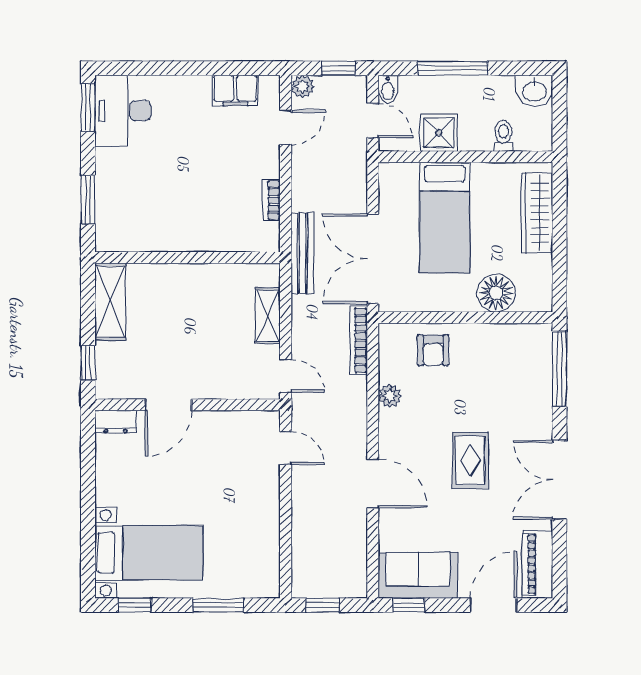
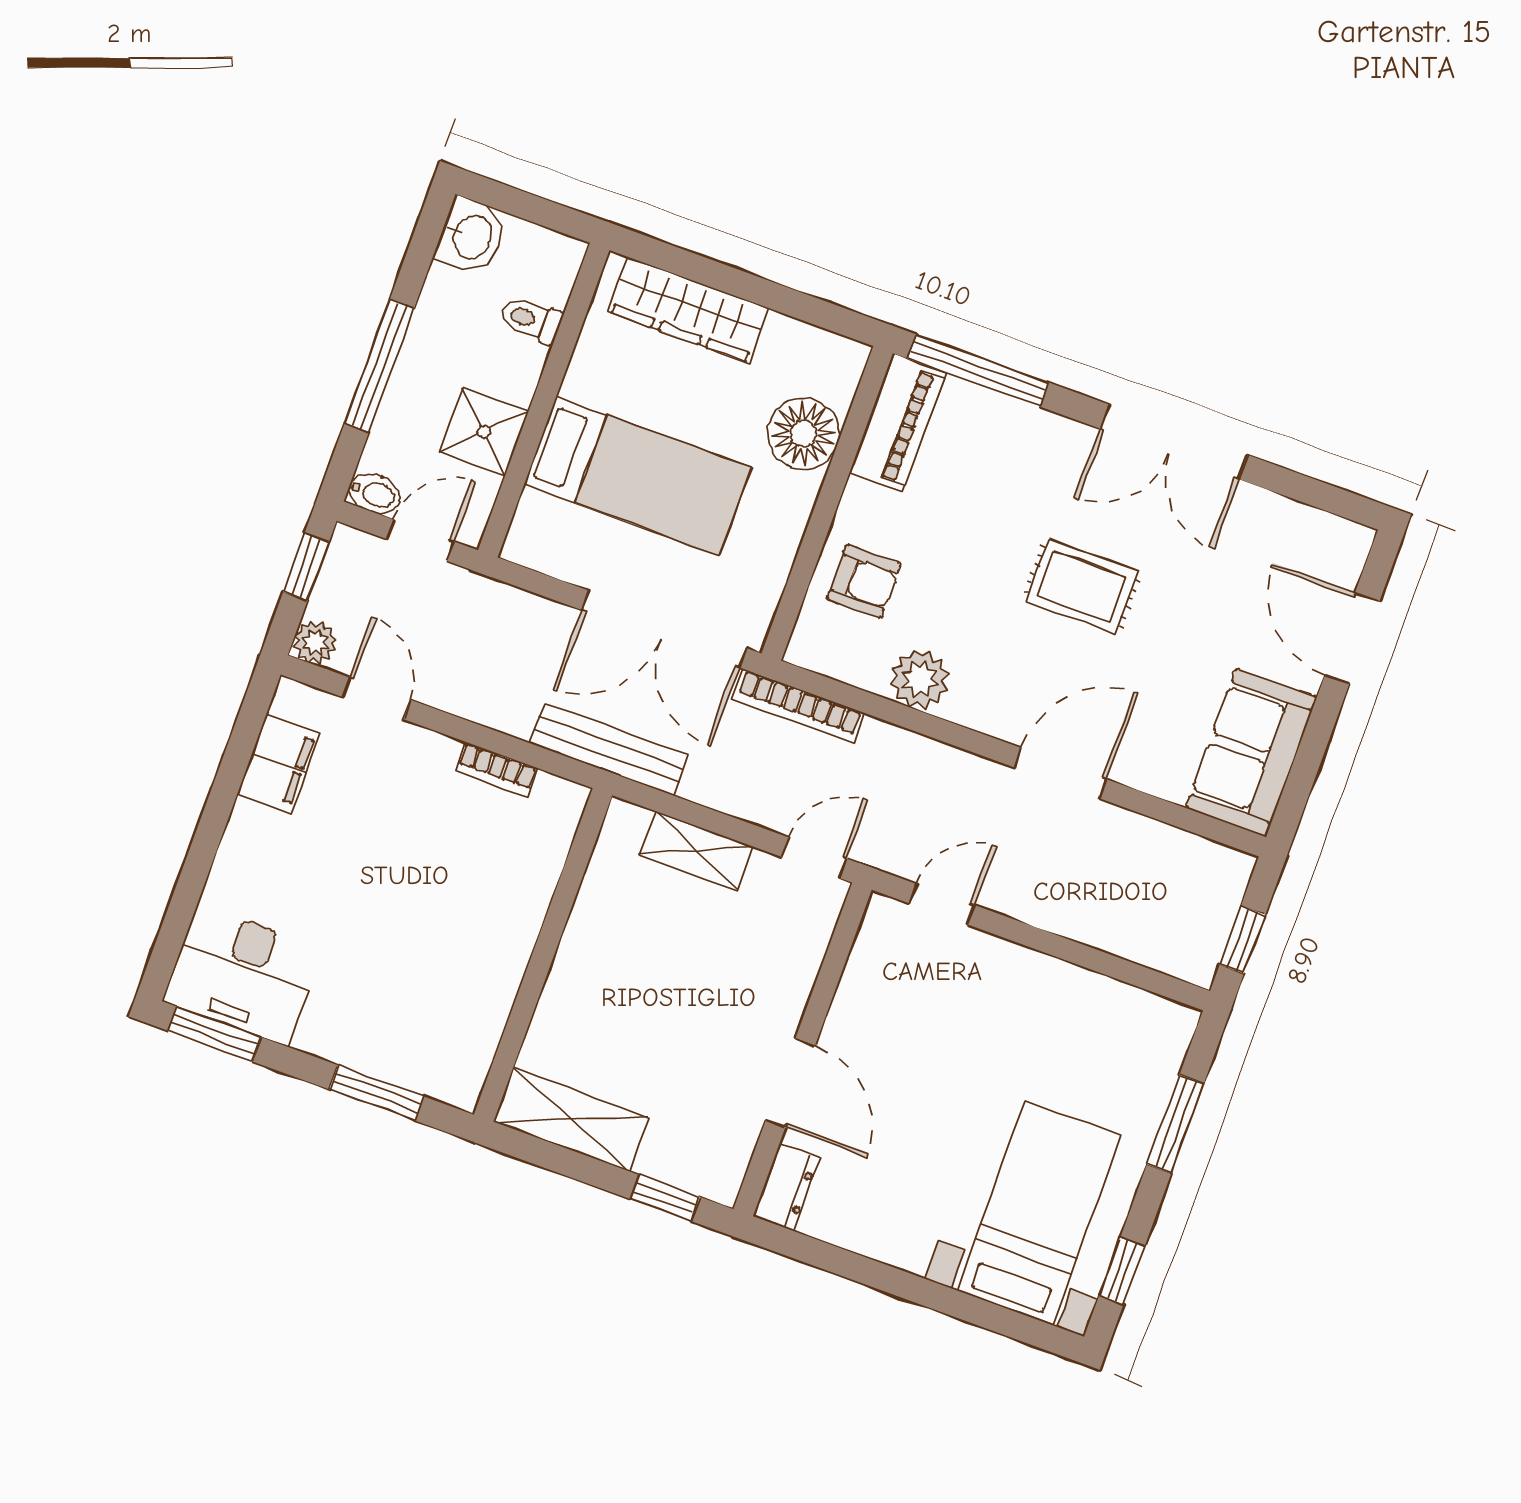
plant: (390, 396) -> (920, 679), width x1.38, depth x1.38
piano: (537, 564) -> (898, 423), moved, turned -90
window: (409, 605) -> (1298, 788), removed

